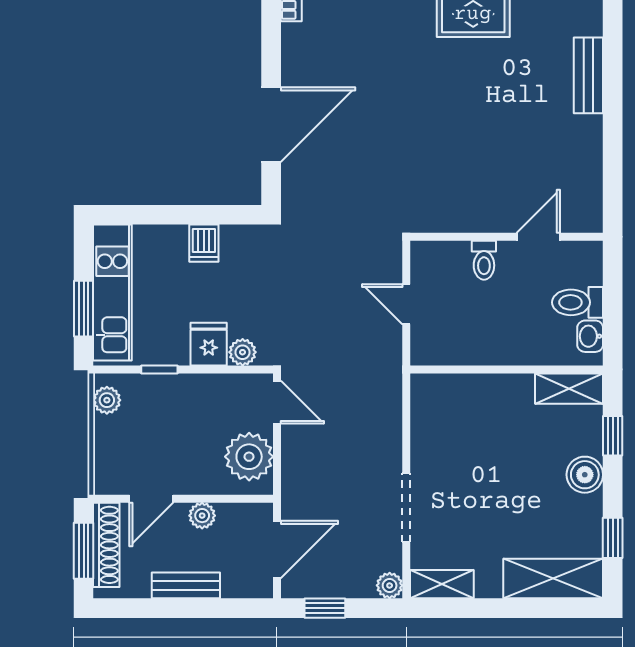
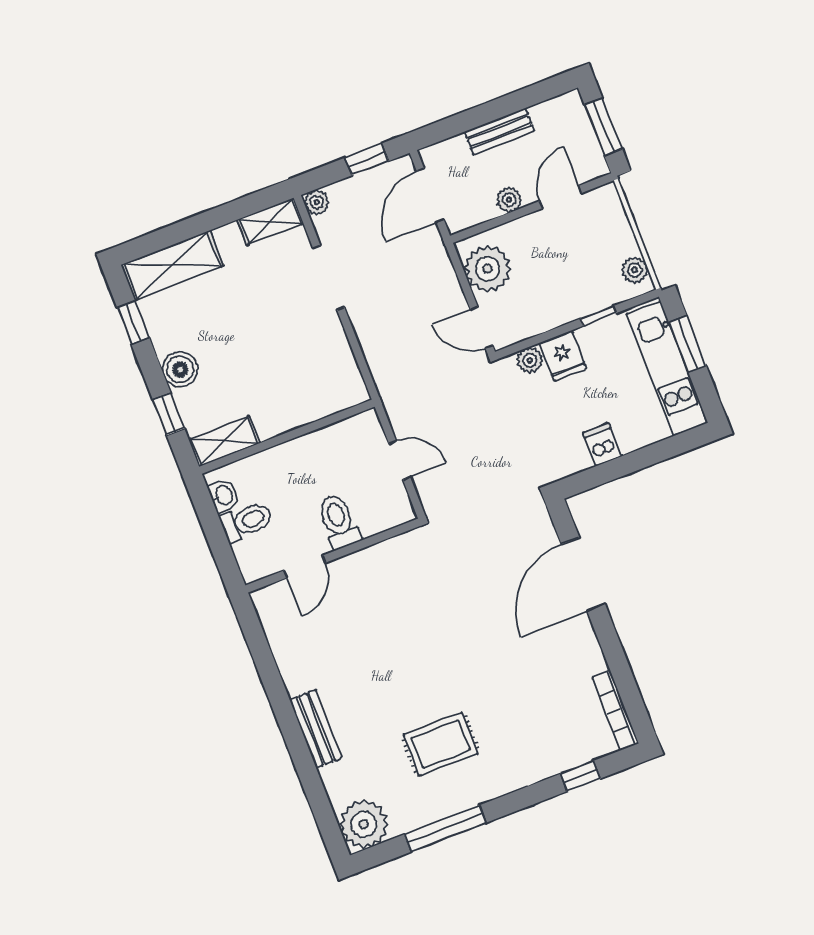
toilet: (484, 260) -> (339, 521), width x1.37, depth x1.39
shoe rack: (106, 545) -> (585, 140), removed

